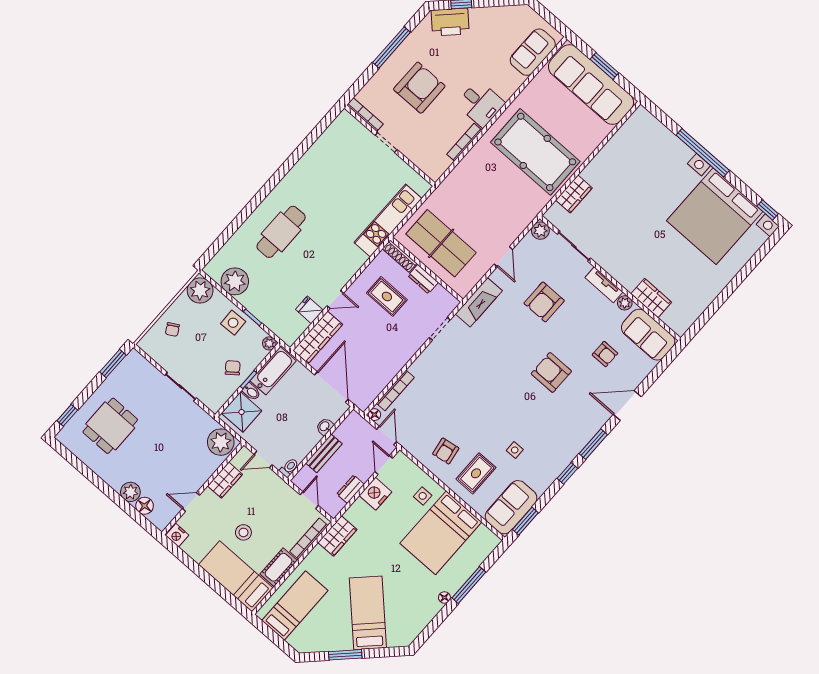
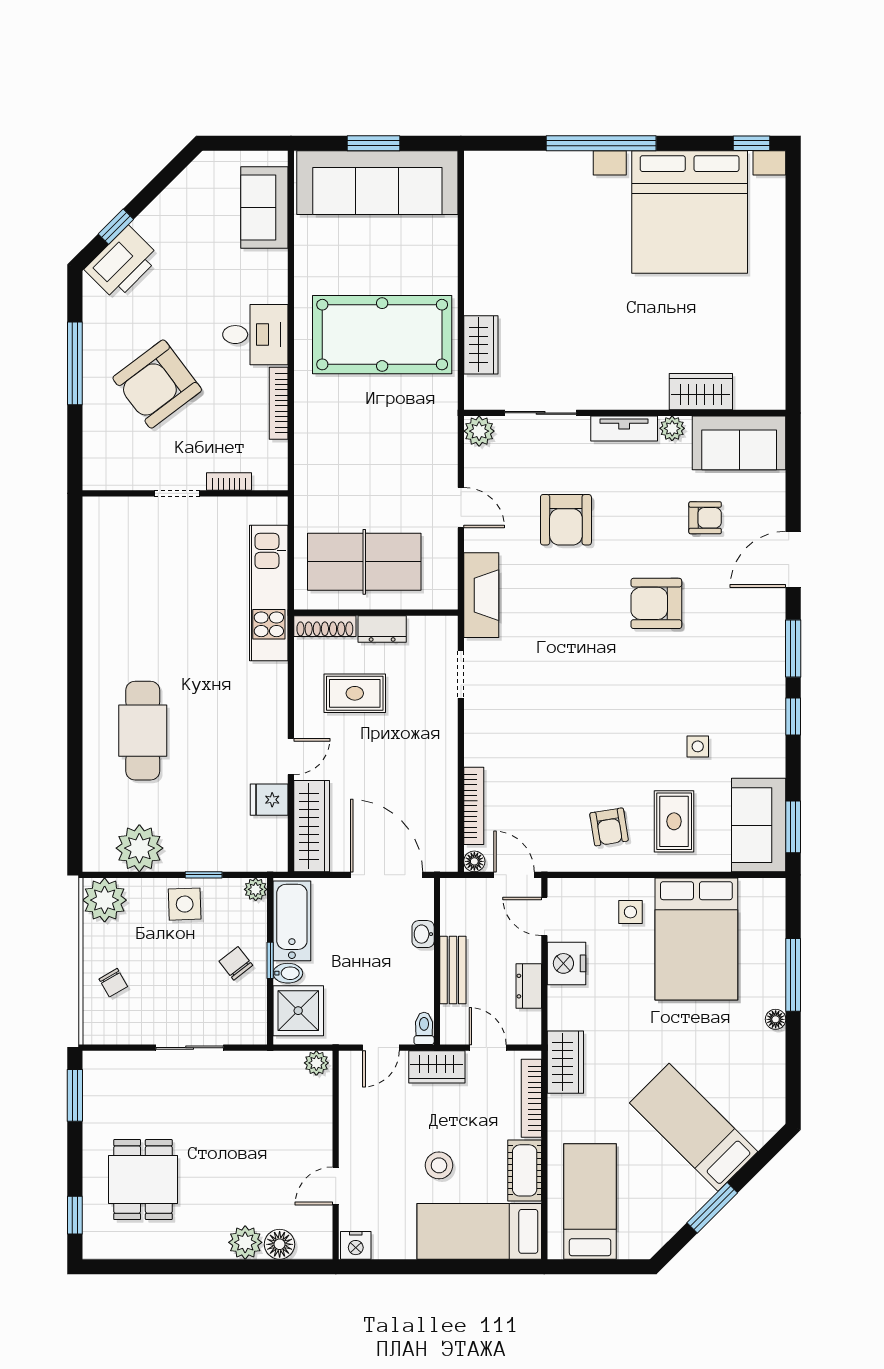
armchair: (419, 88) -> (157, 384), turned -127
bookcase: (365, 115) -> (229, 481), moved, width x0.64
plant: (221, 442) -> (316, 1063), width x0.53, depth x0.53
wardrobe: (225, 480) -> (437, 1067), moved, turned 90

